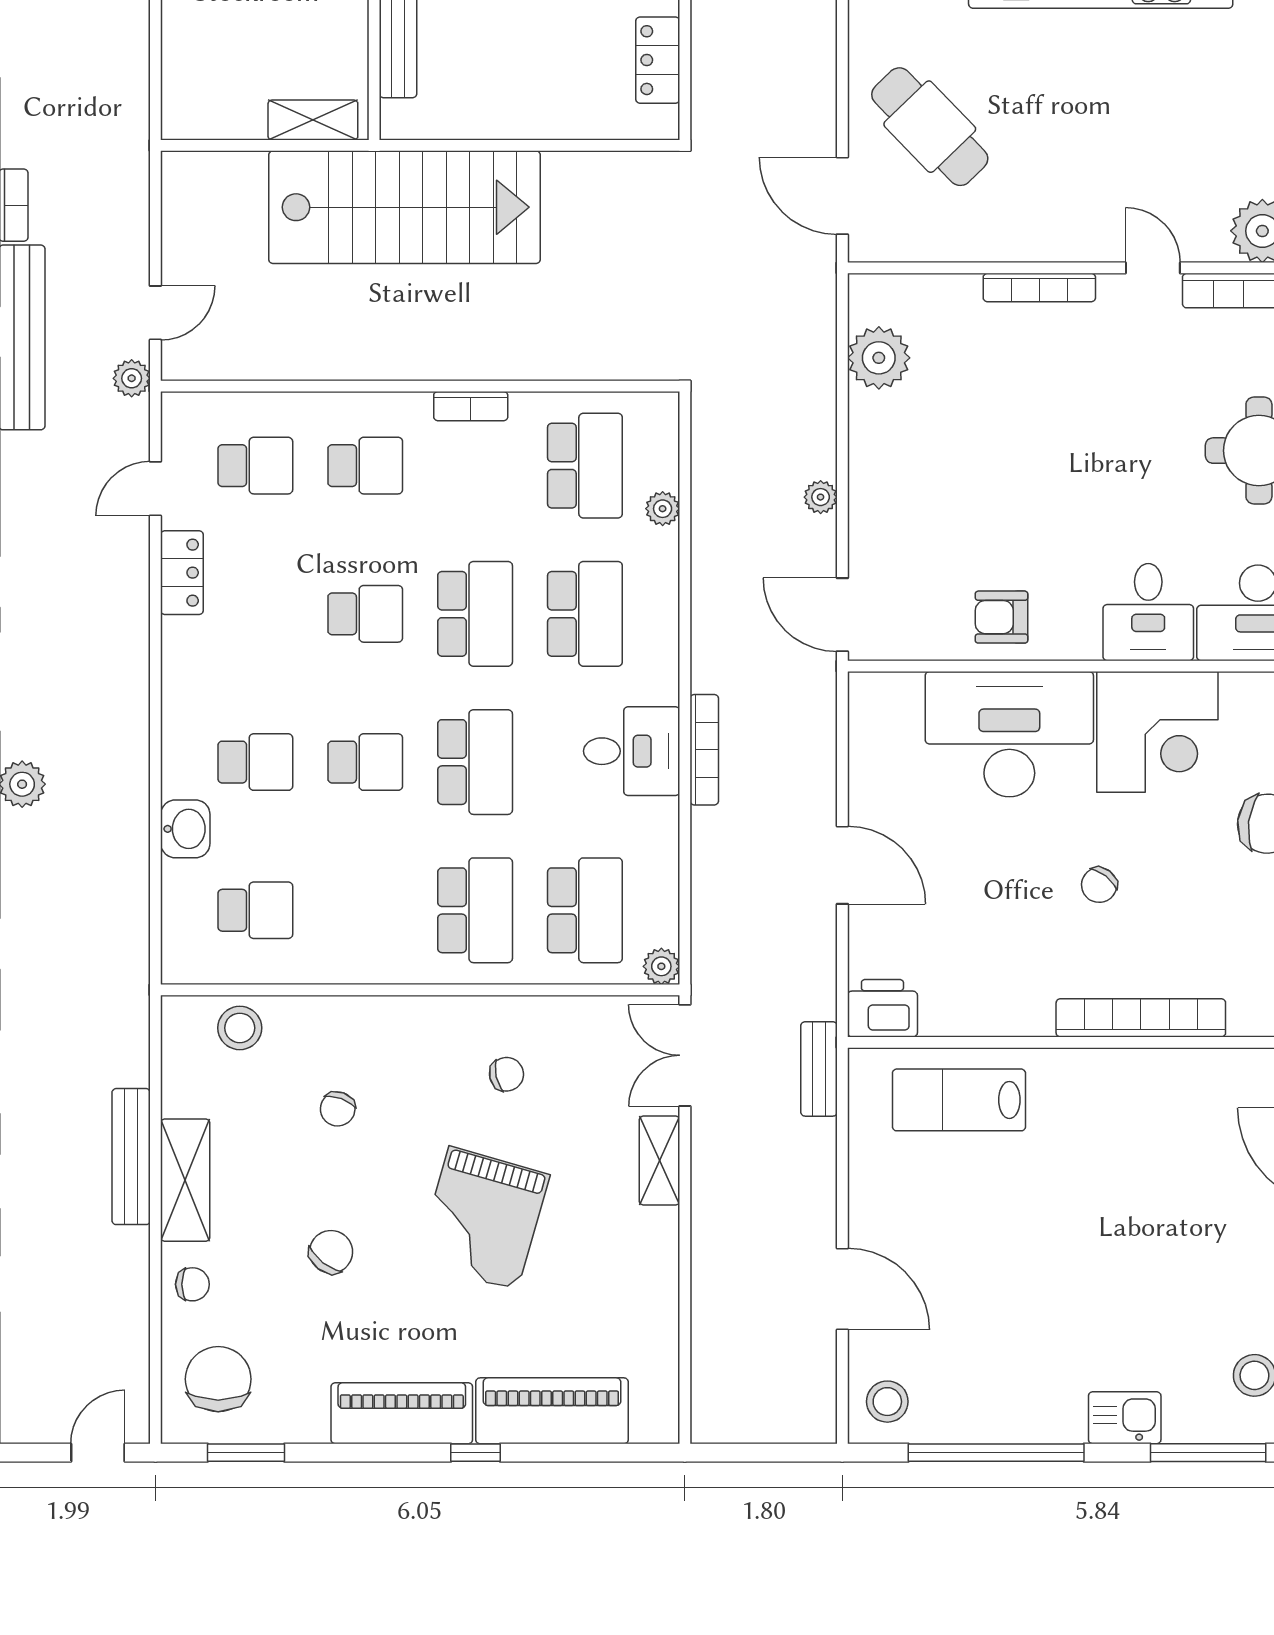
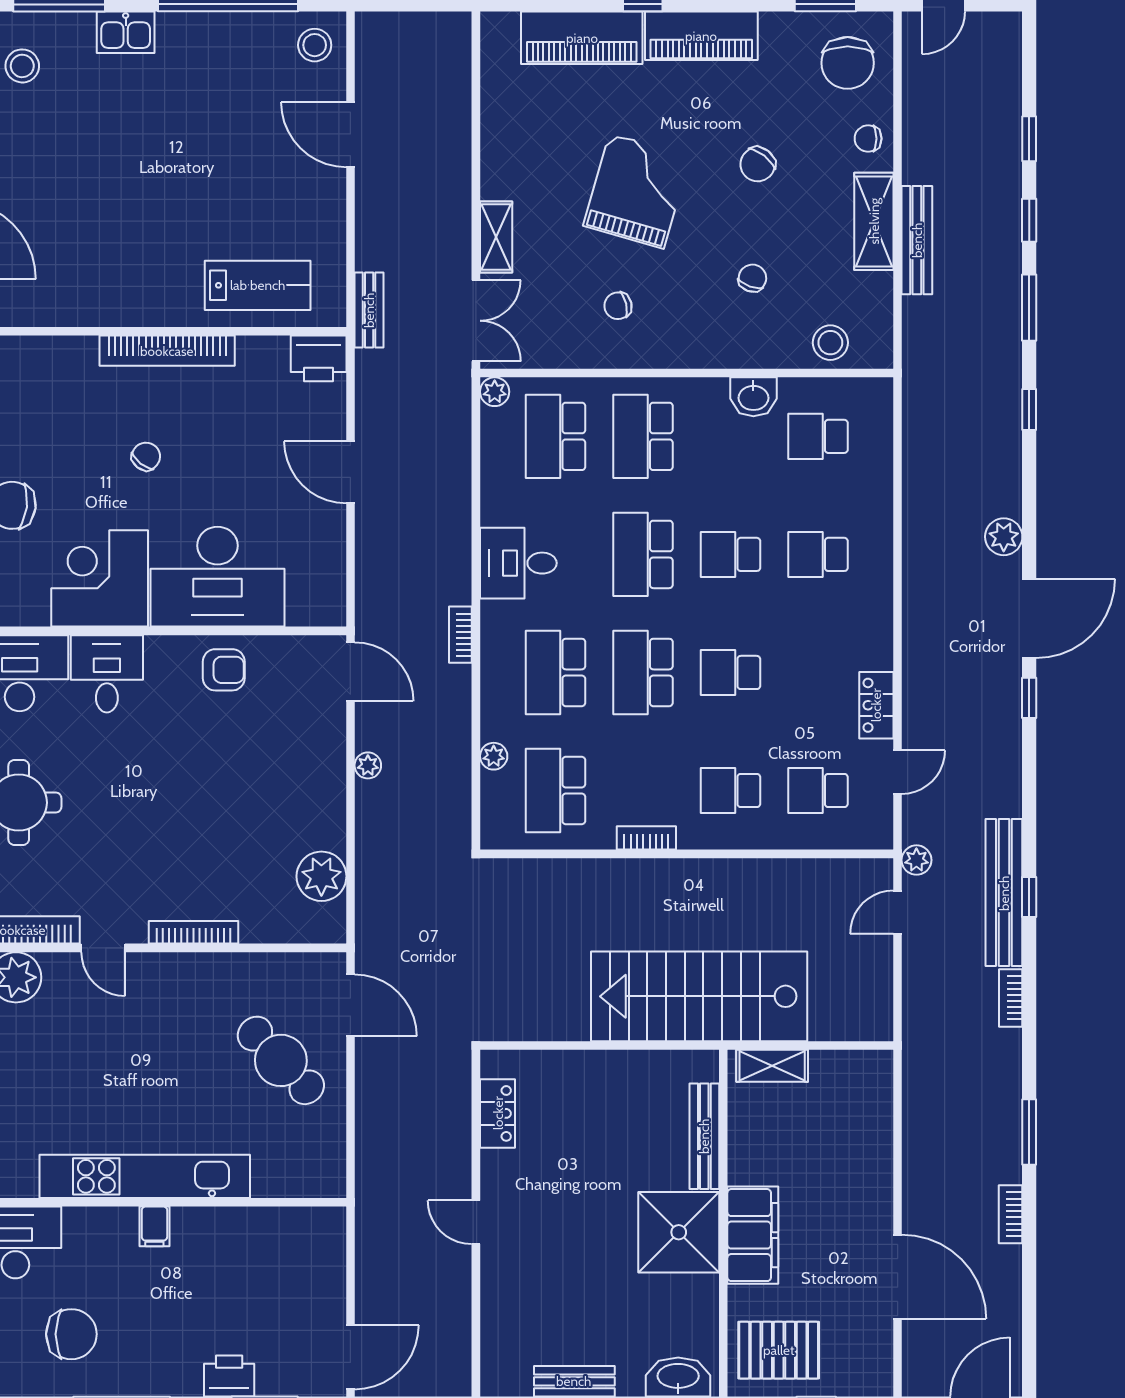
bookcase: (704, 750) -> (460, 635), moved, width x0.64
washbasin: (185, 829) -> (753, 397), moved, turned -90
bookcase: (1141, 1018) -> (167, 351), moved

